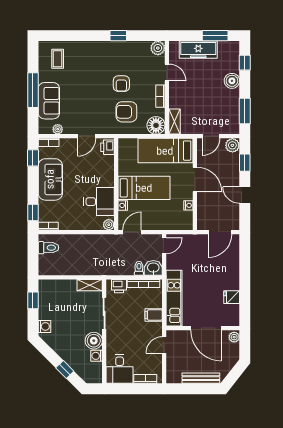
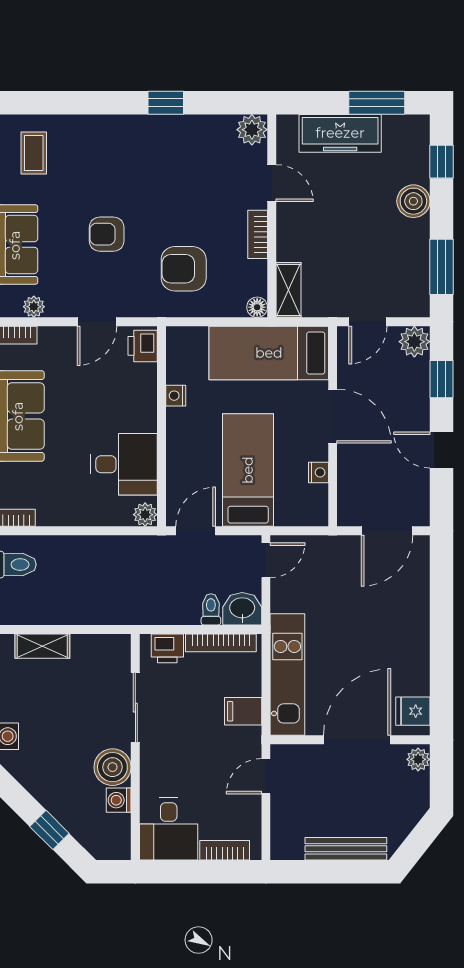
armchair: (121, 84) -> (107, 234), moved, turned 90
floor lamp: (156, 125) -> (257, 307), width x0.53, depth x0.53
bed: (144, 188) -> (248, 470), moved, turned -90
nightstand: (123, 205) -> (176, 396), moved
shelving: (90, 285) -> (42, 646), moved
fridge: (232, 297) -> (413, 711), moved
door: (206, 328) -> (357, 740), swing flipped

